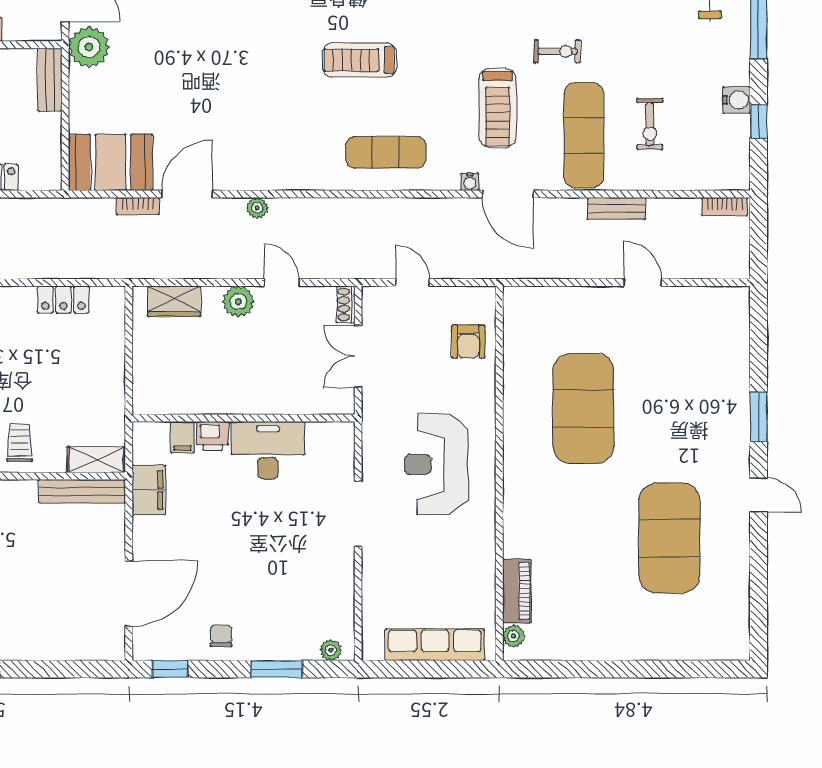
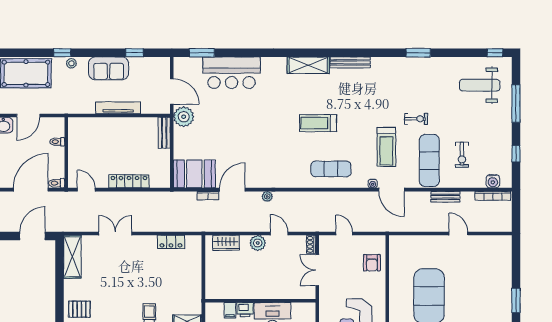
water cooler: (737, 100) -> (493, 181), moved, turned 90
bookcase: (725, 207) -> (493, 196), width x1.56

